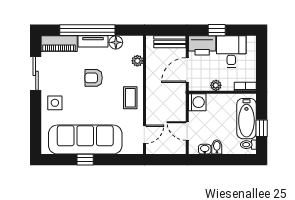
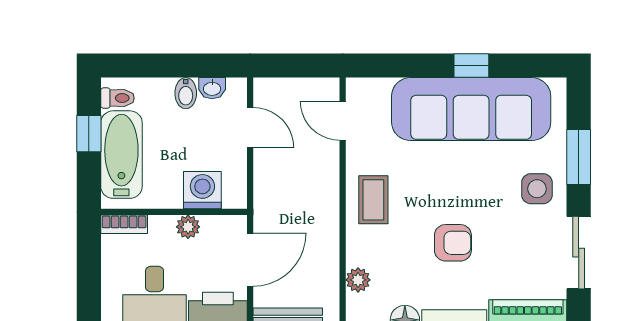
washing machine: (197, 102) -> (202, 190), moved, turned 90
window: (36, 117) -> (579, 157), added
door: (144, 134) -> (343, 121), hinge flipped

